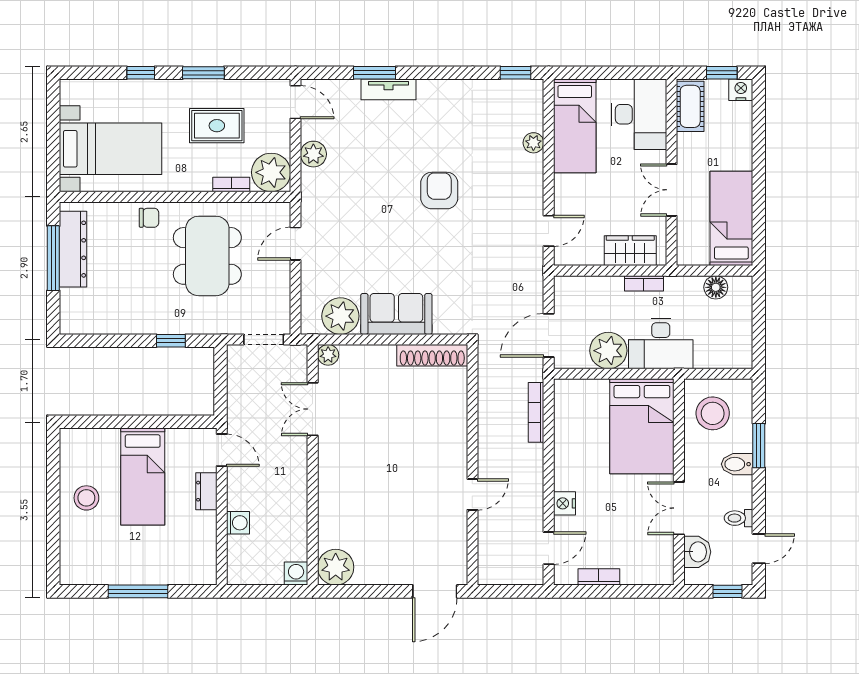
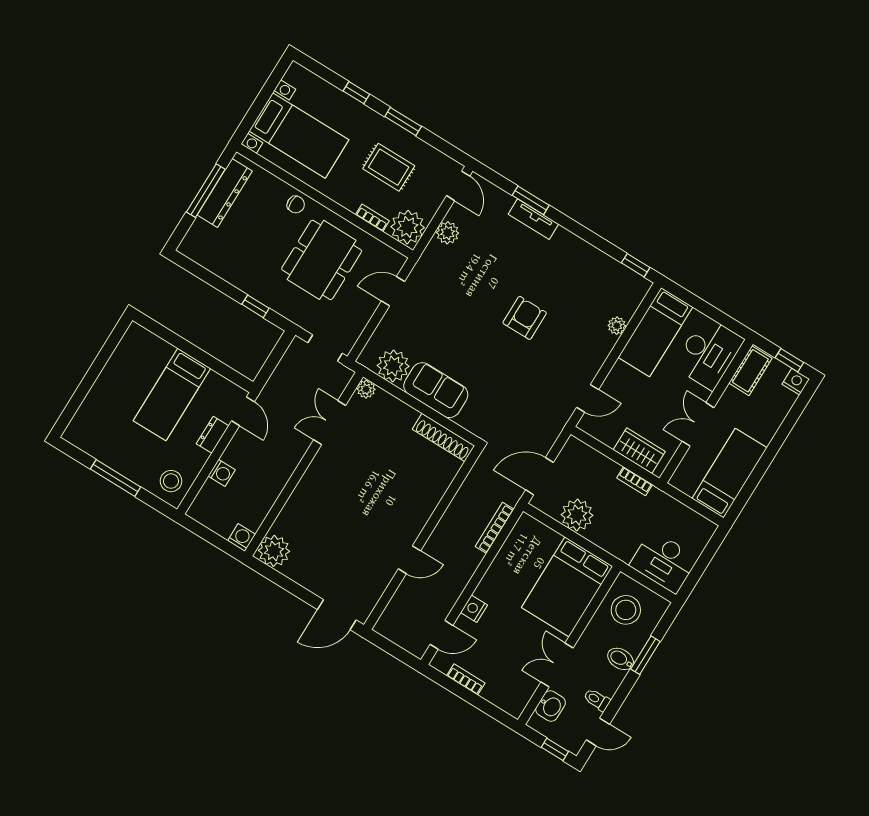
floor lamp: (716, 287) -> (686, 517), removed
desk: (661, 344) -> (664, 562), moved
stool: (86, 498) -> (171, 481), moved

